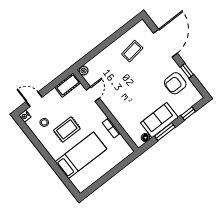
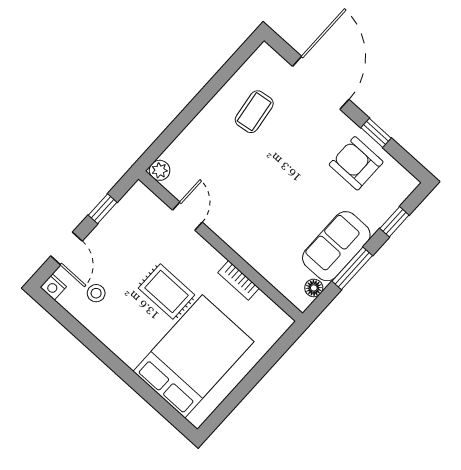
armchair: (175, 83) -> (356, 163), turned 90
window: (54, 84) -> (103, 209), added
cot: (68, 85) -> (132, 206), removed
door: (34, 99) -> (67, 248), swing flipped
rug: (67, 129) -> (167, 292), moved, turned 90
bed: (81, 155) -> (194, 357), width x1.50

